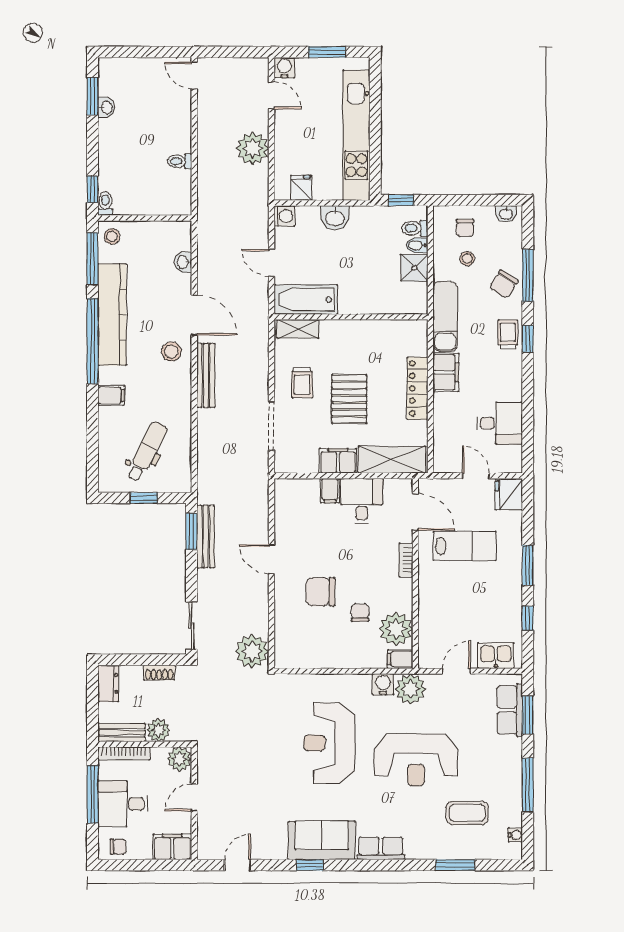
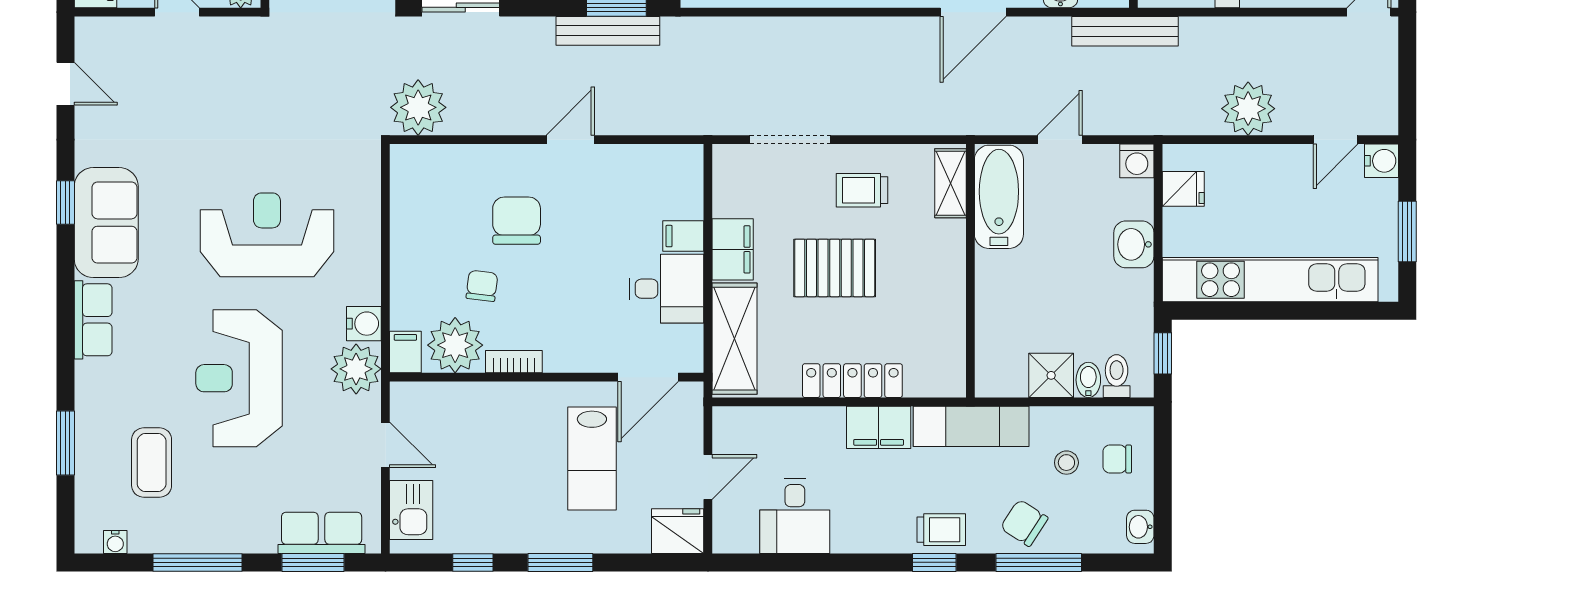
bench: (206, 375) -> (1125, 31), moved
bookcase: (406, 560) -> (514, 362), moved
chair: (360, 613) -> (482, 286), turned -83

